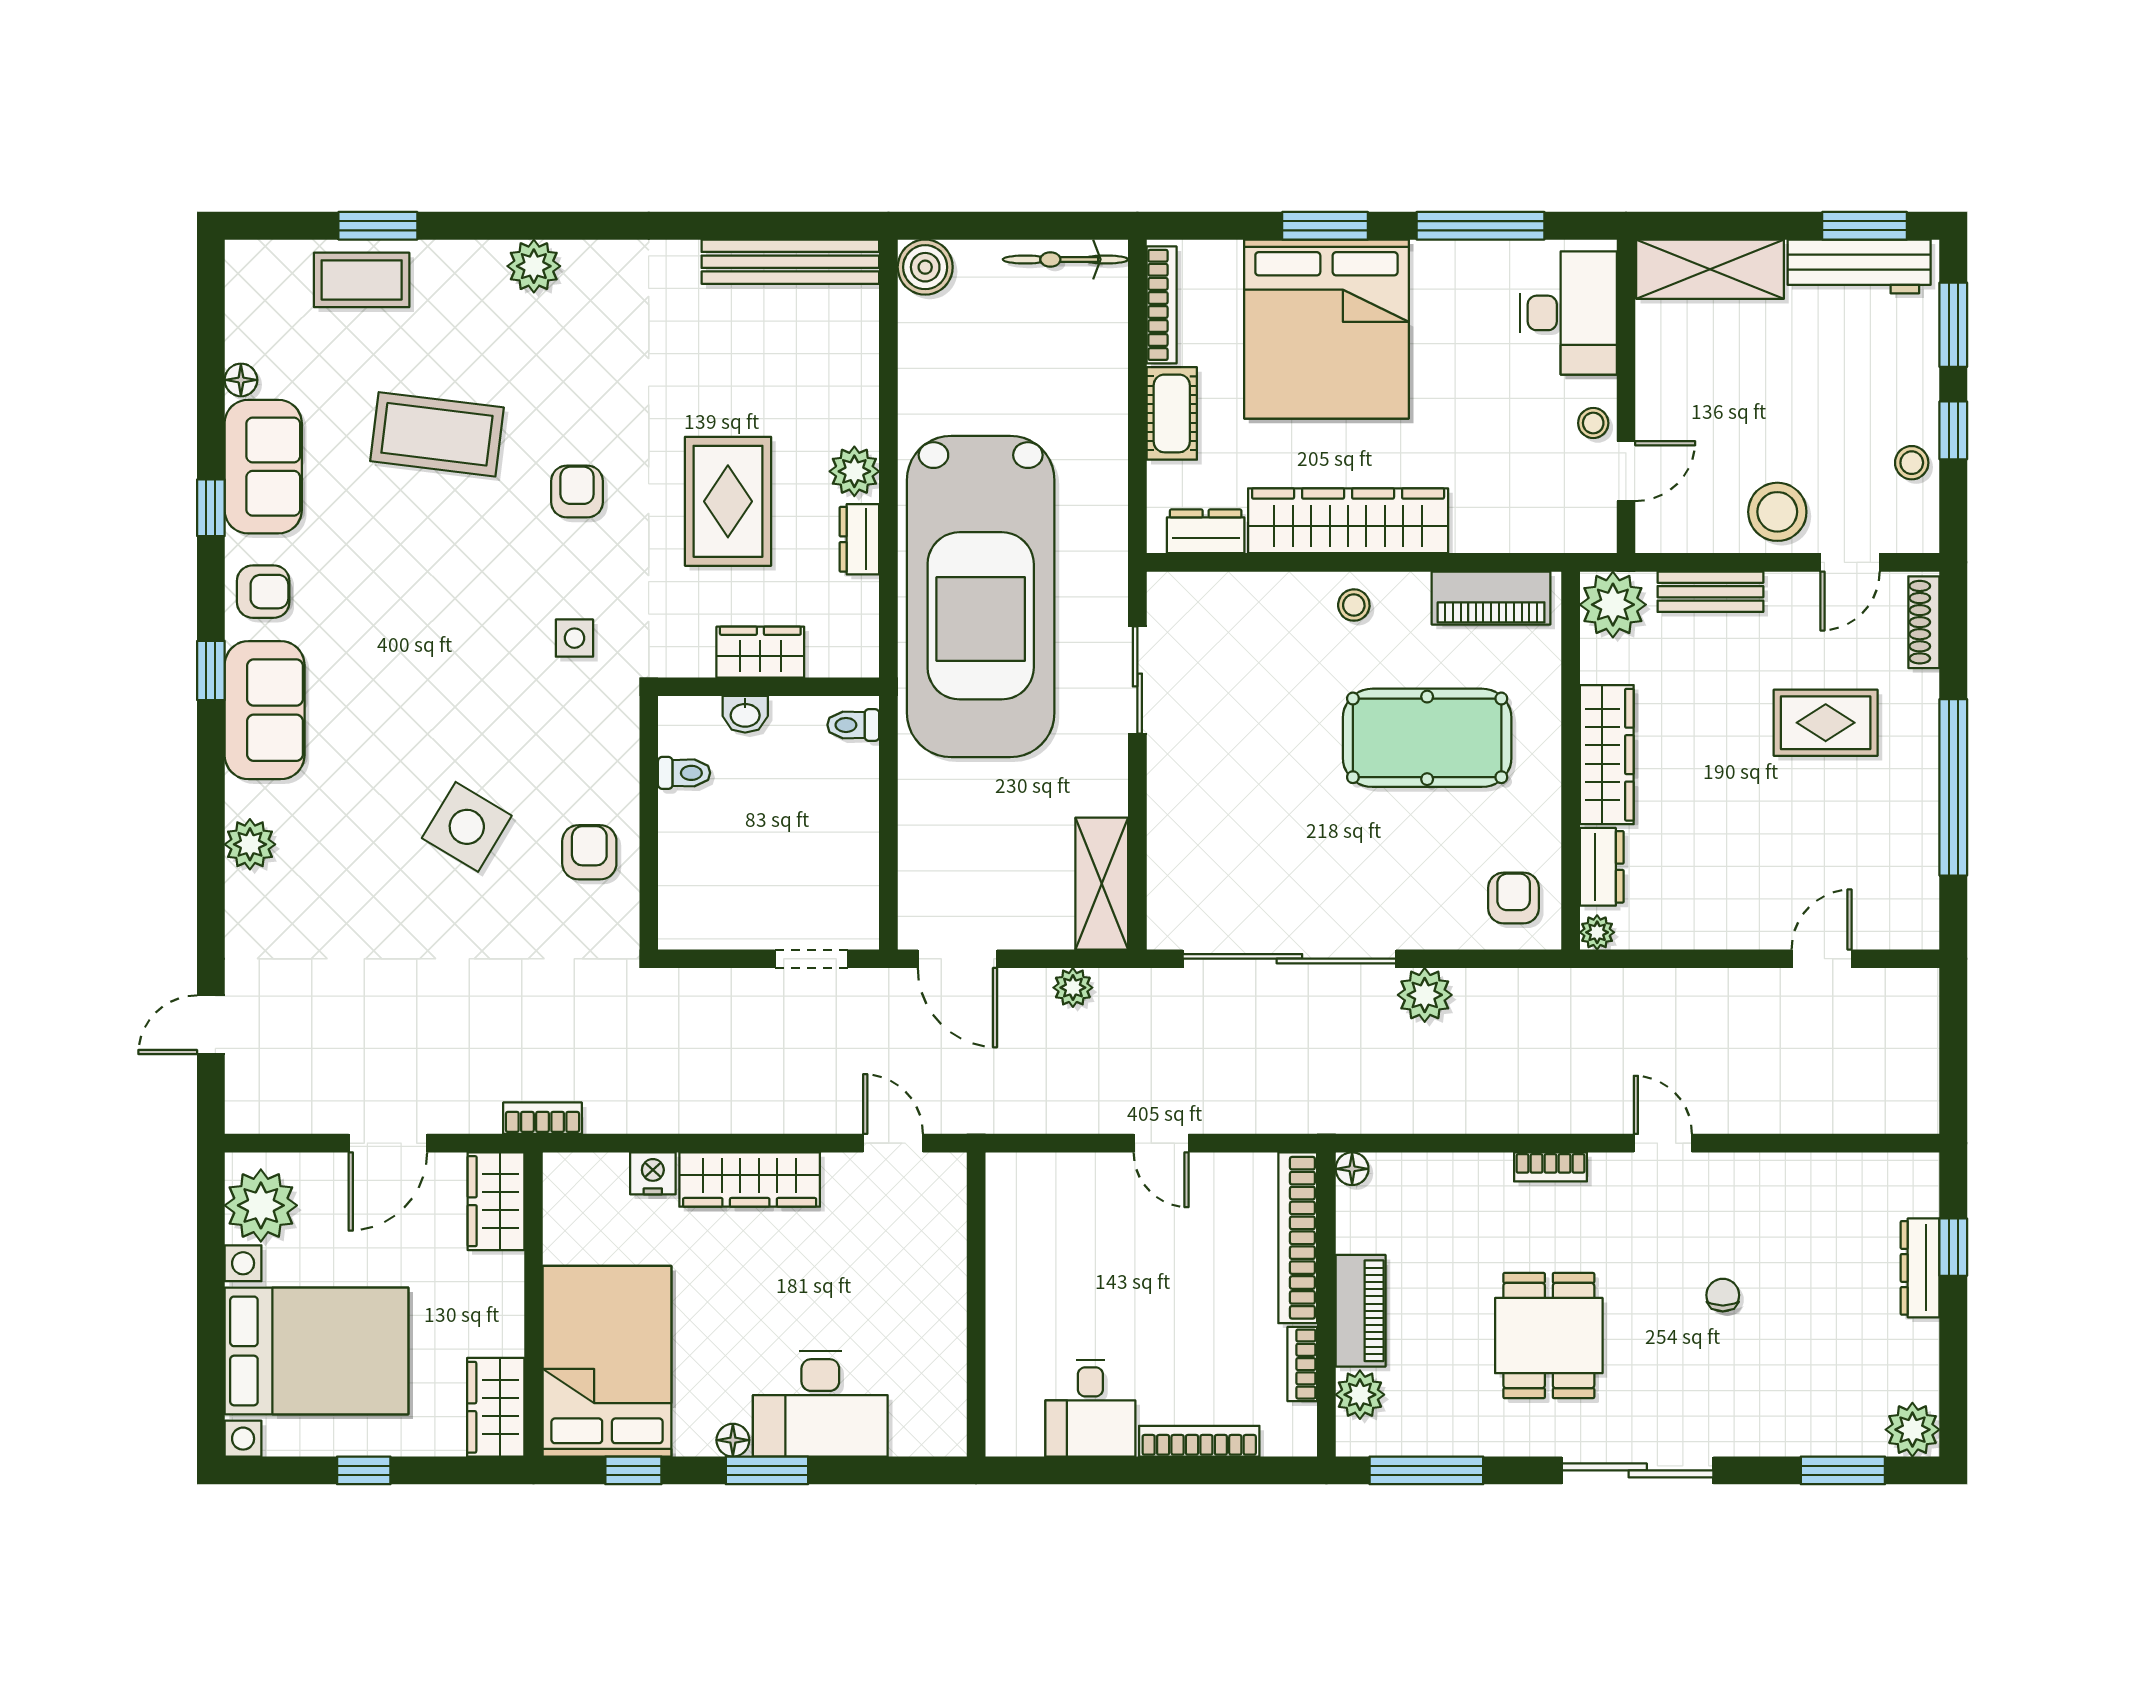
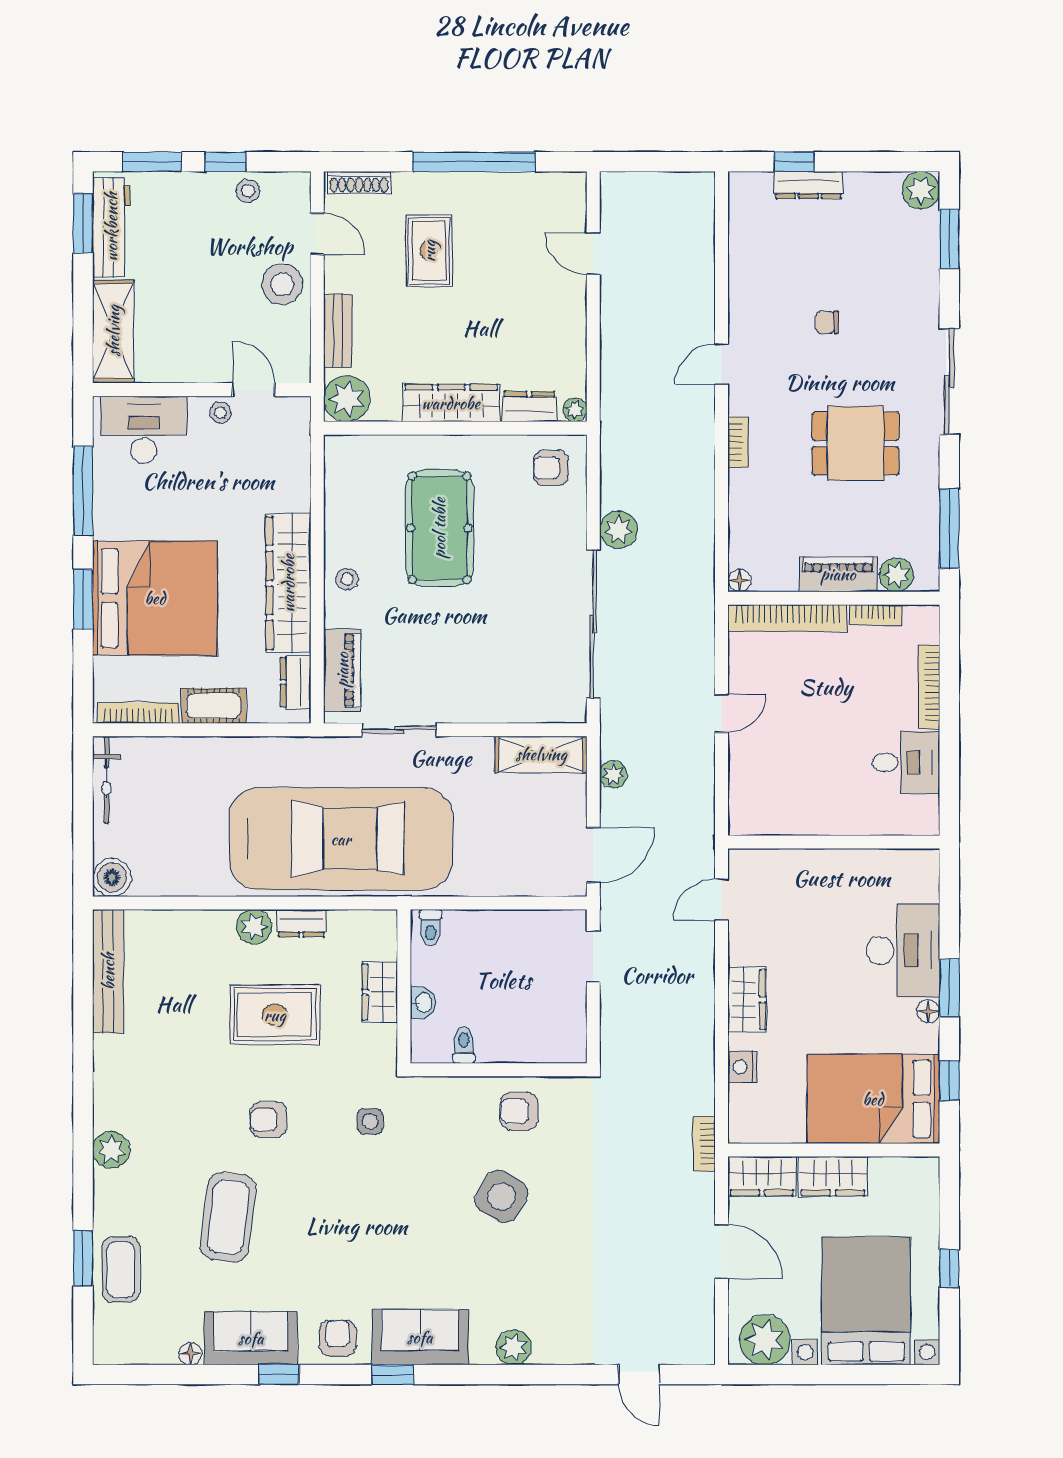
piano: (1491, 598) -> (342, 670), moved
wardrobe: (750, 1180) -> (747, 1000), width x0.67
wardrobe: (496, 1407) -> (833, 1176), moved

